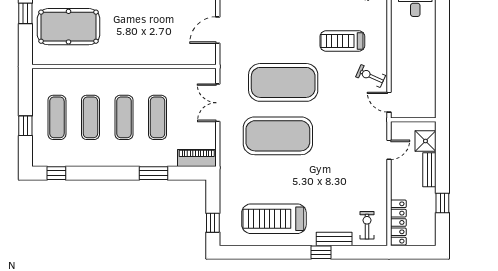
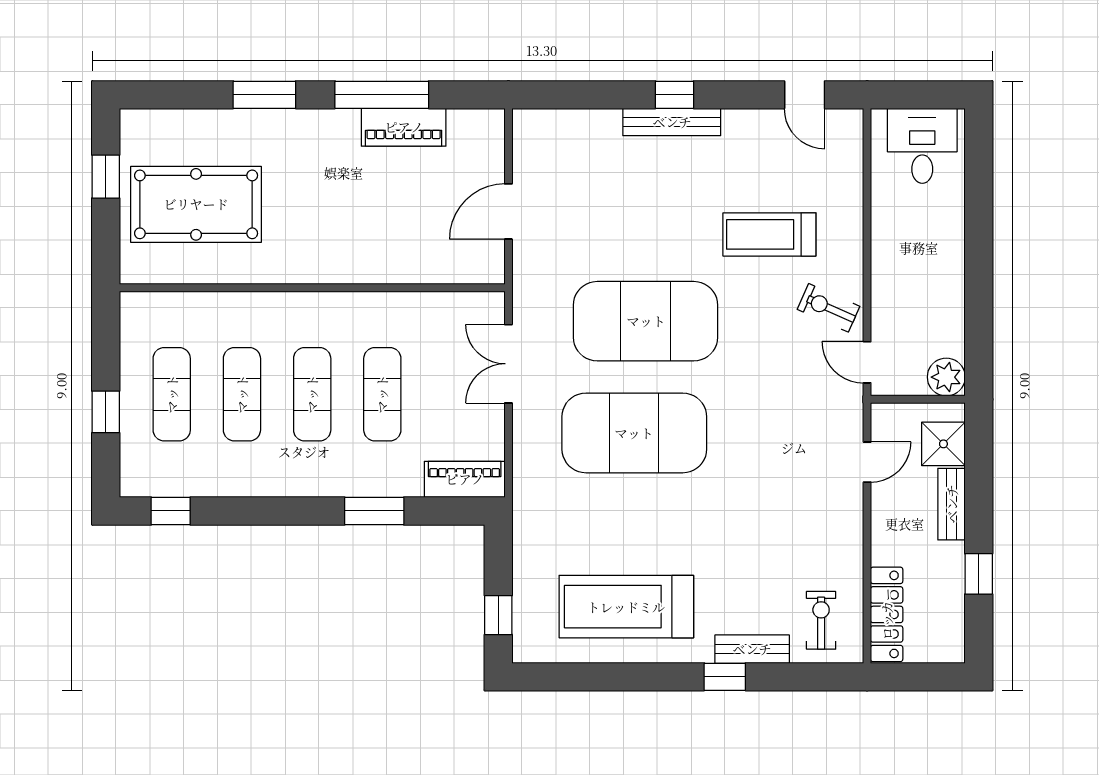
plant: (427, 109) -> (946, 377), added

